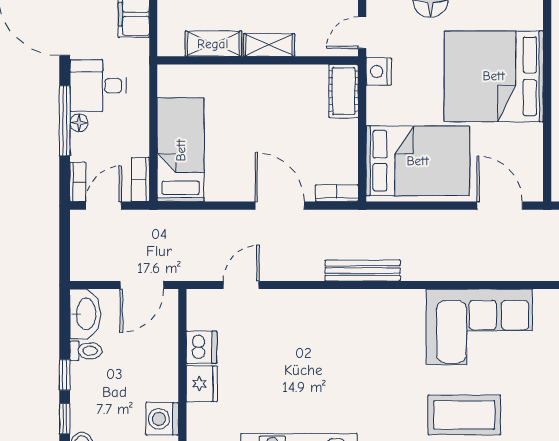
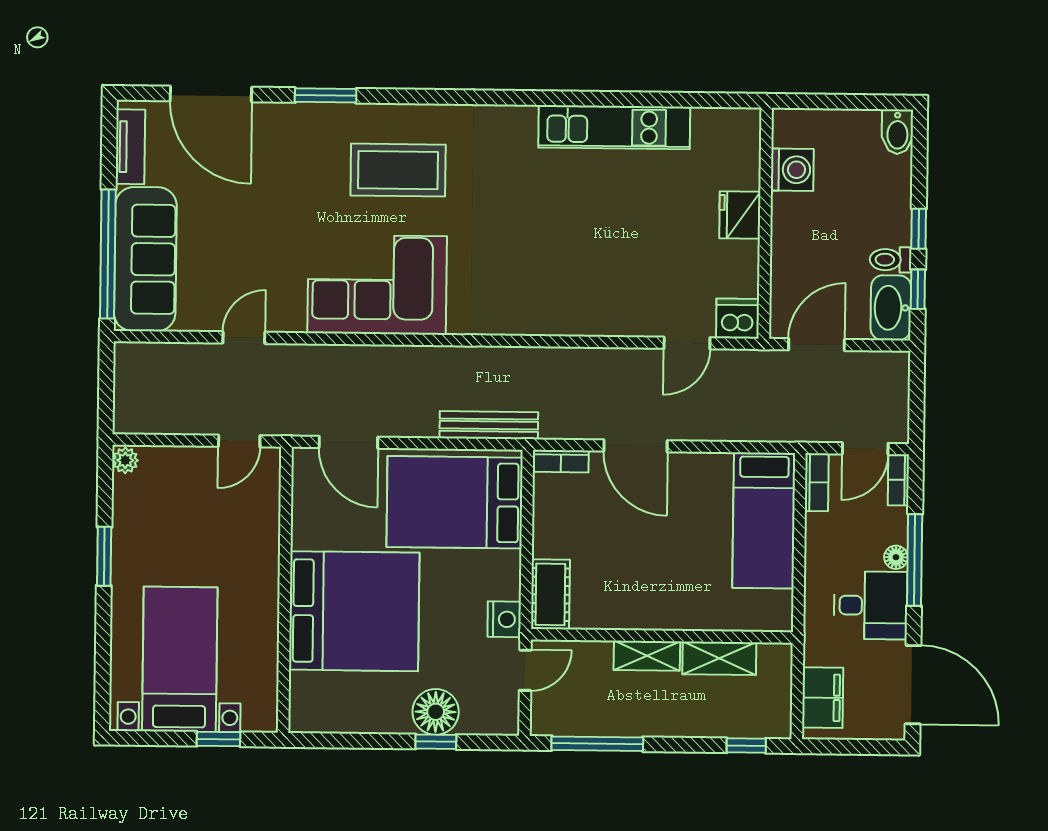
bench: (363, 271) -> (489, 425), moved
dishwasher: (202, 347) -> (738, 319), moved, turned 90
window: (65, 419) -> (918, 289), moved

